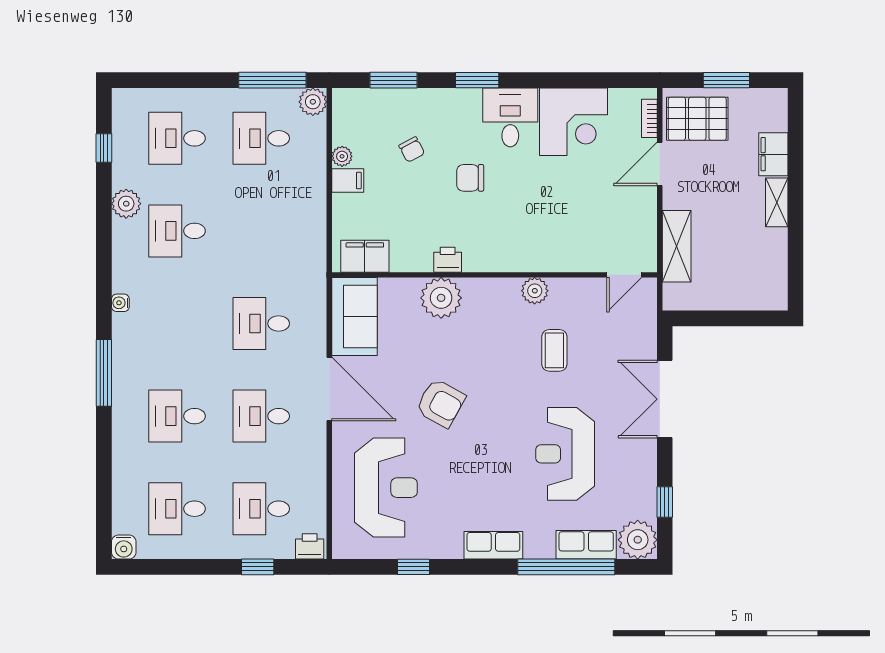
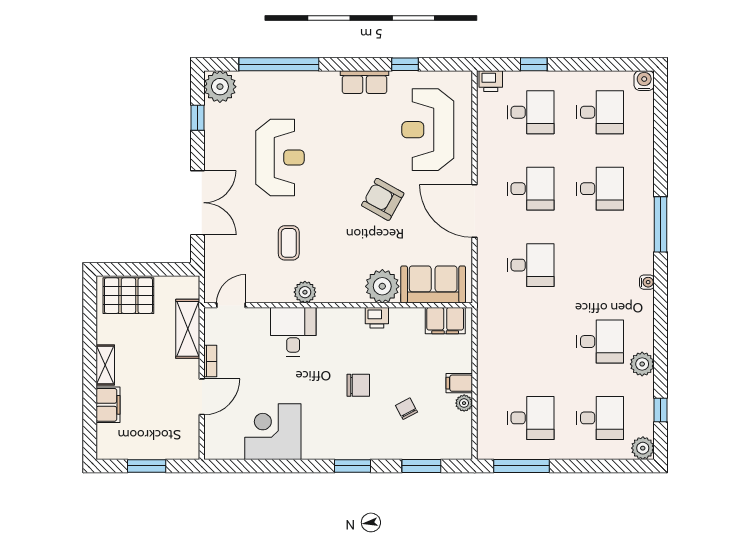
plant: (313, 102) -> (643, 448), moved
desk: (510, 117) -> (293, 332), moved, turned 180
bookcase: (649, 118) -> (210, 361), moved
pallet: (697, 119) -> (128, 296), moved
sofa: (354, 317) -> (433, 284), moved, turned 90
row of seats: (493, 545) -> (365, 82), moved
row of seats: (586, 545) -> (262, 82), removed

